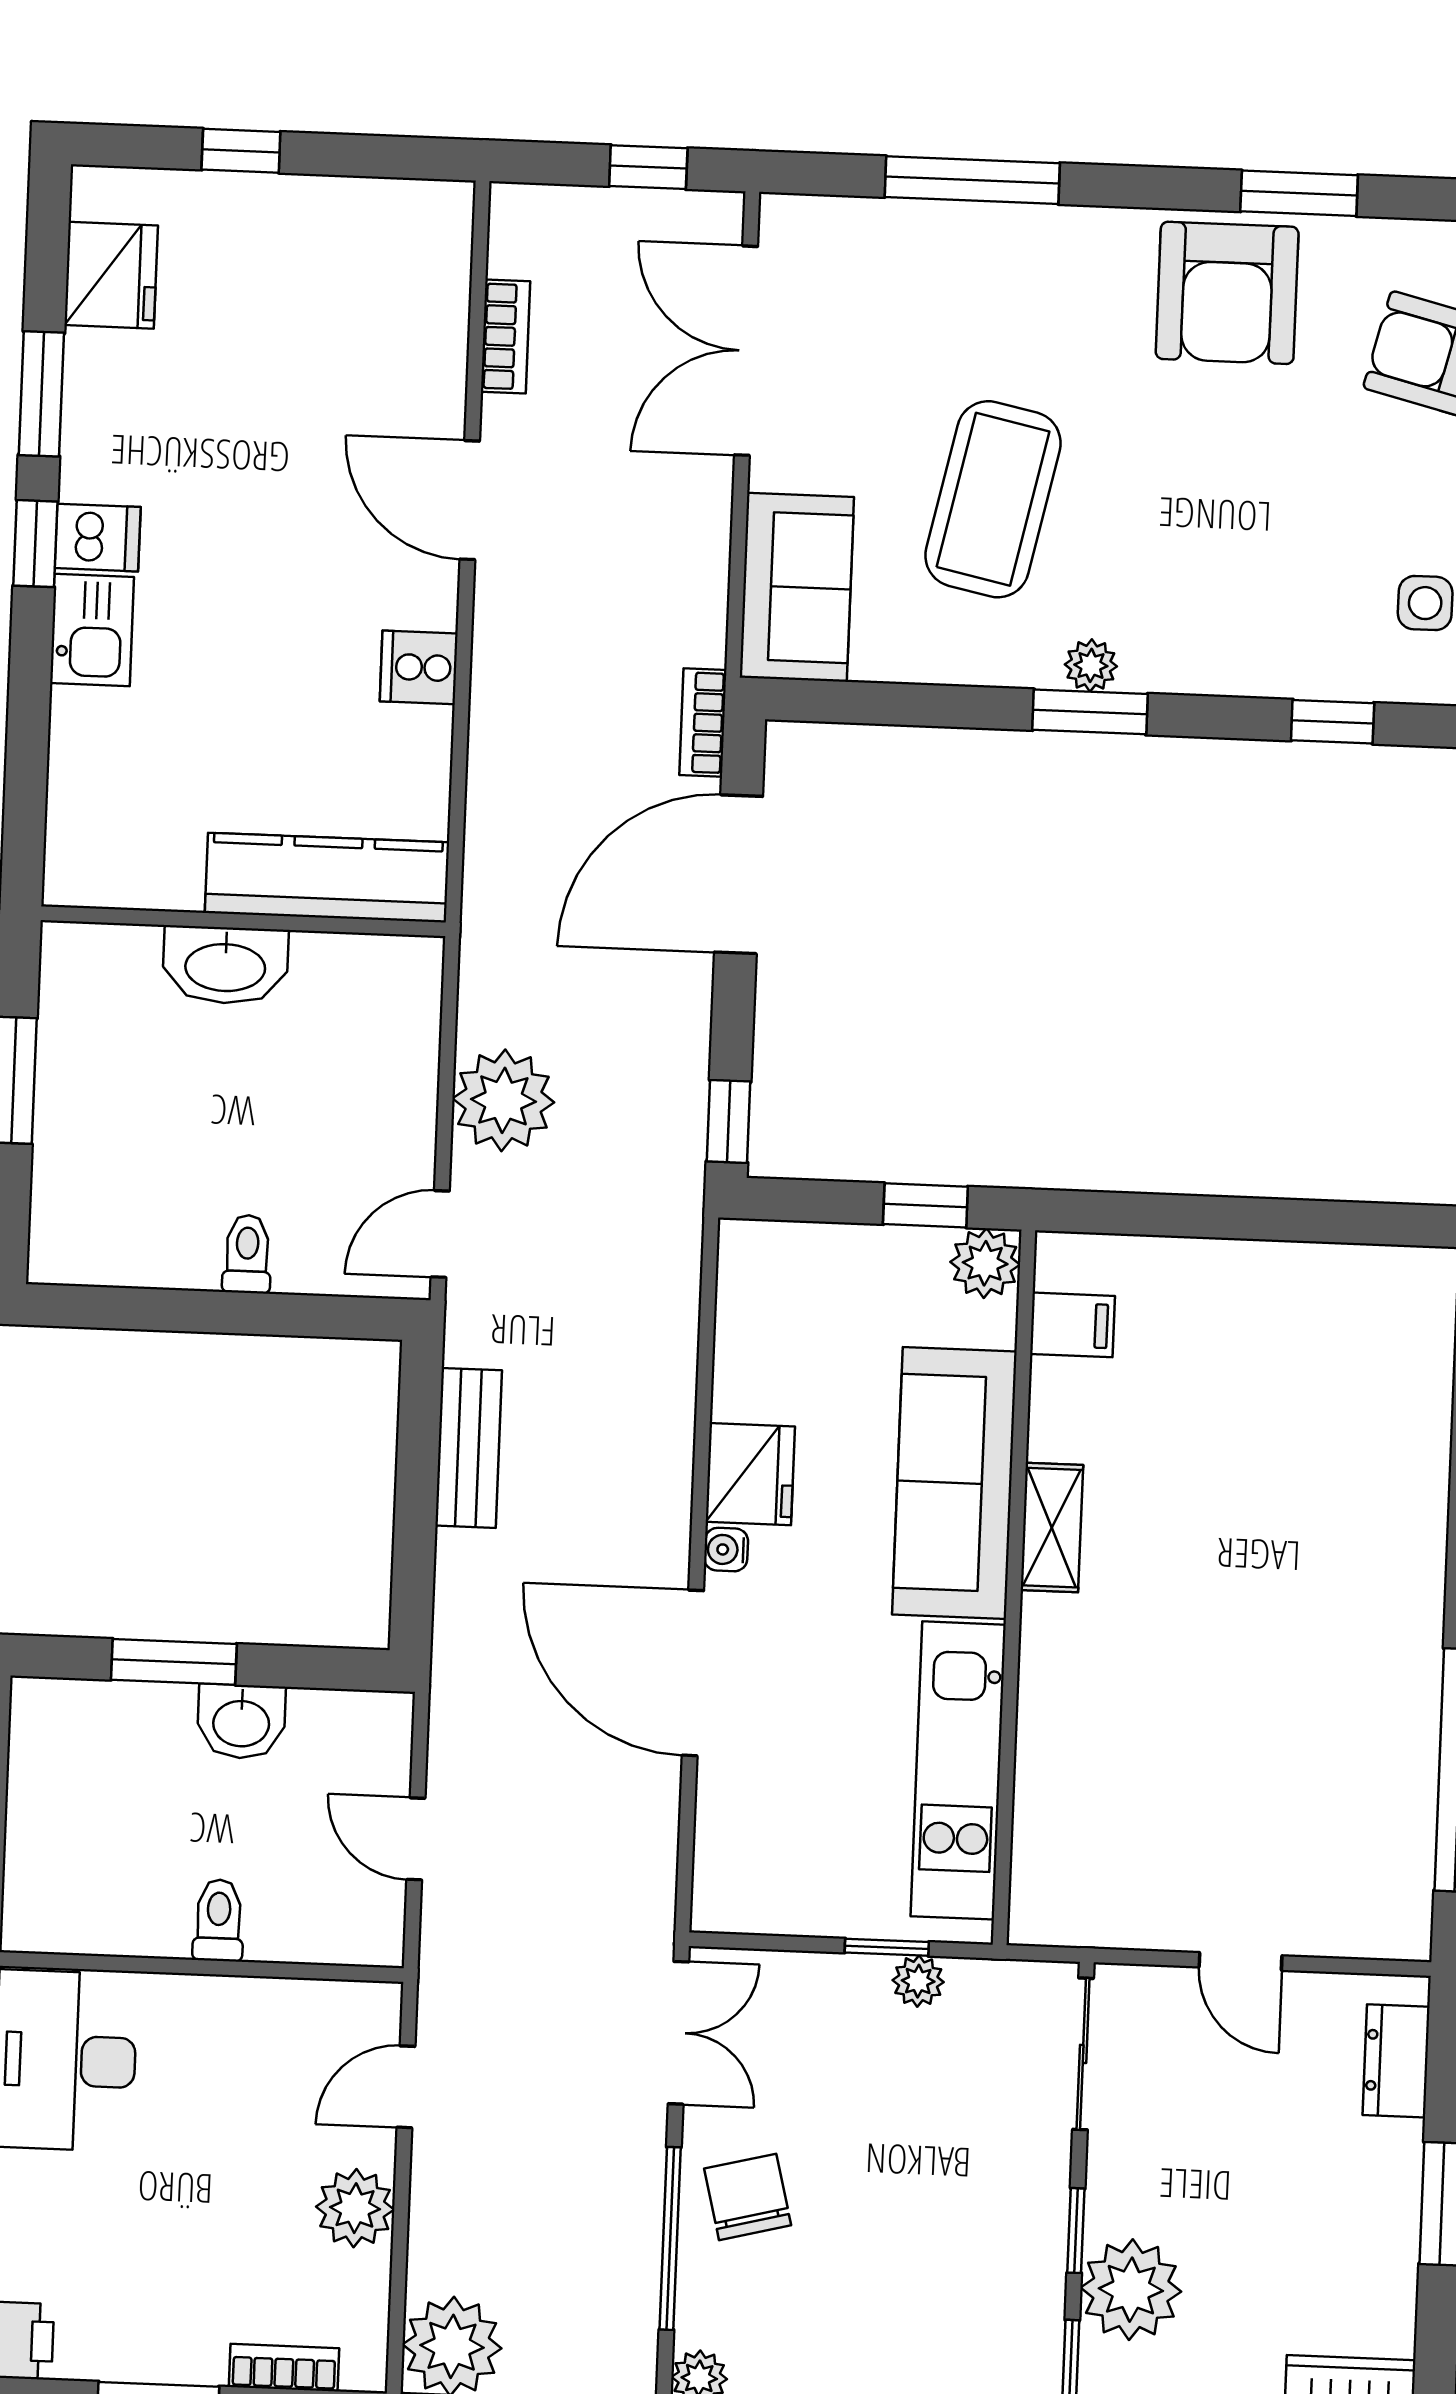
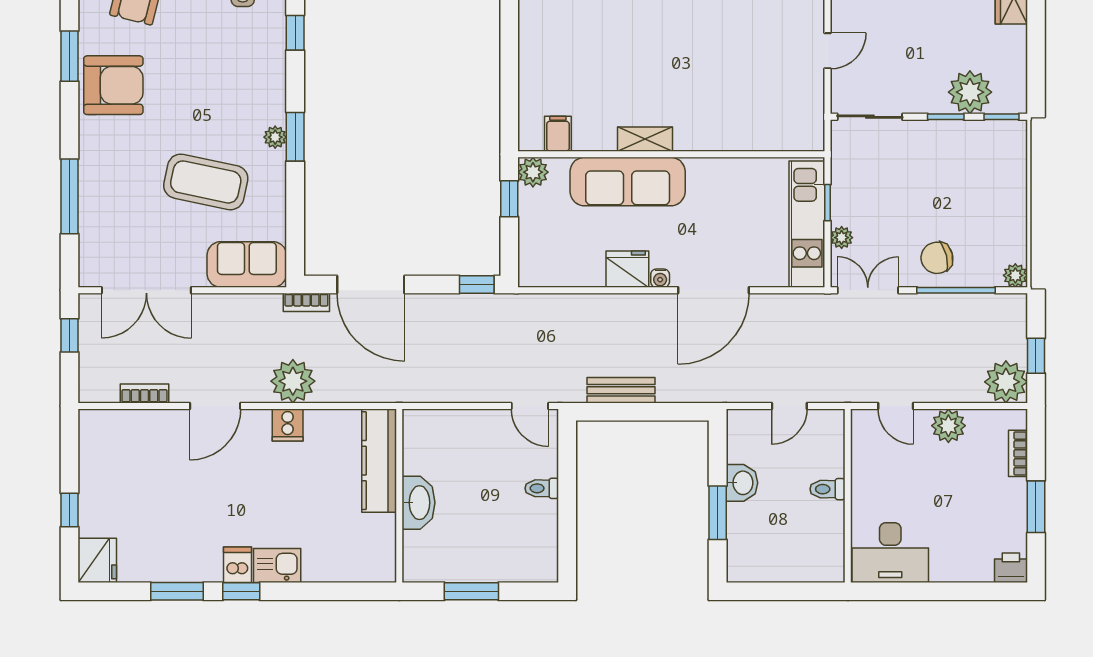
fridge: (111, 275) -> (97, 560), moved, turned 90
plant: (503, 1100) -> (293, 381), moved
kitchen unit: (958, 1770) -> (807, 224), moved, turned 90
plant: (918, 1981) -> (842, 238), moved

